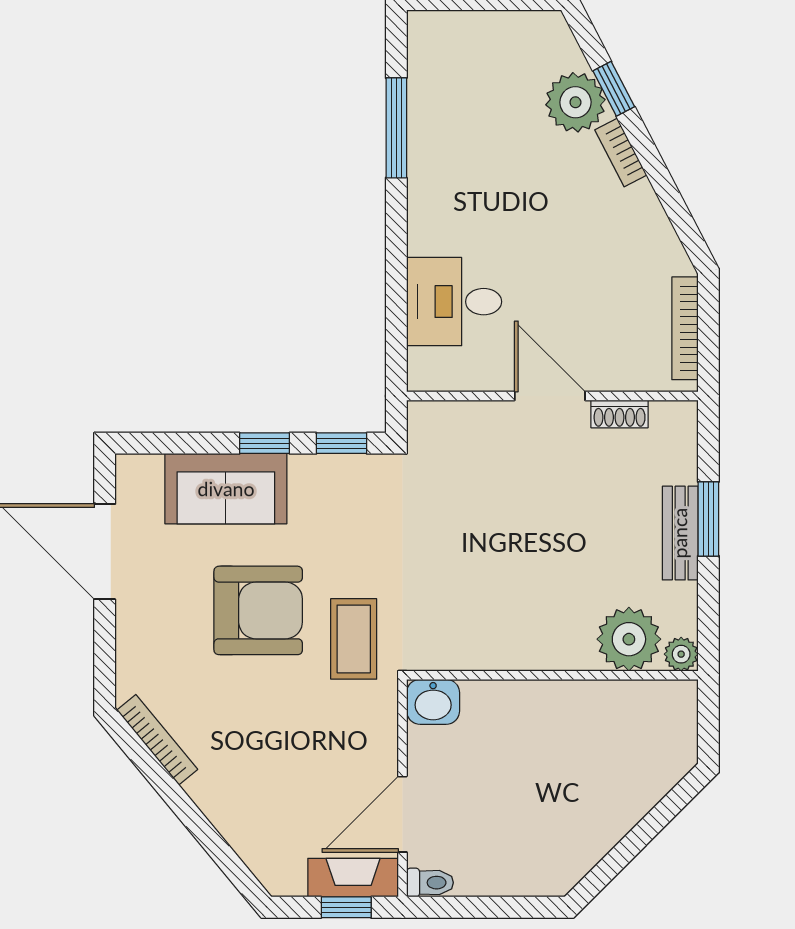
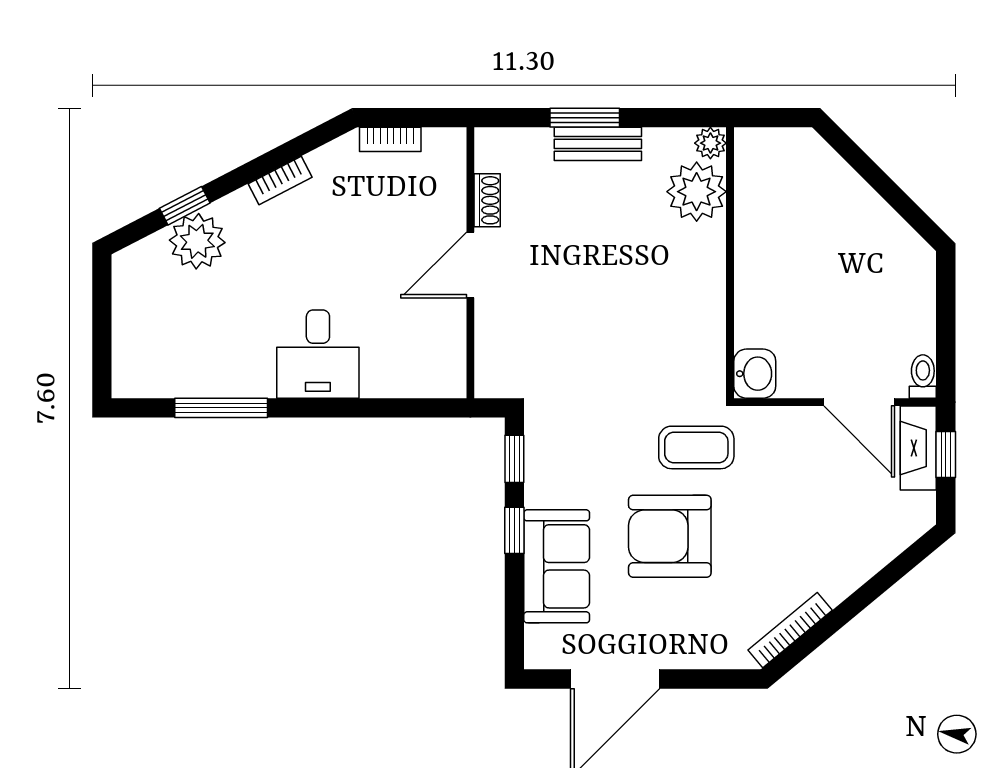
bookcase: (621, 152) -> (280, 180), moved
desk: (454, 302) -> (318, 354), moved
bookcase: (685, 328) -> (390, 139), width x0.64
armchair: (258, 610) -> (670, 536), turned -90

